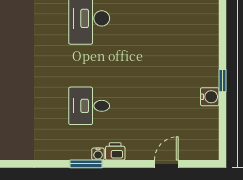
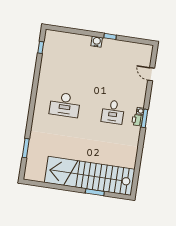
water cooler: (210, 97) -> (97, 42), moved
printer: (115, 151) -> (137, 120), moved

